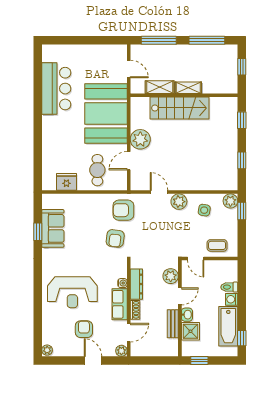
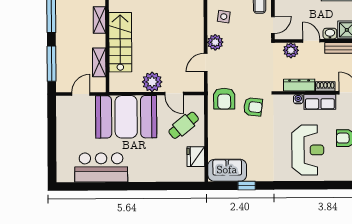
shelving: (188, 88) -> (99, 20), moved
cafe table: (97, 170) -> (184, 125), turned -39
sofa: (53, 228) -> (227, 170), moved

